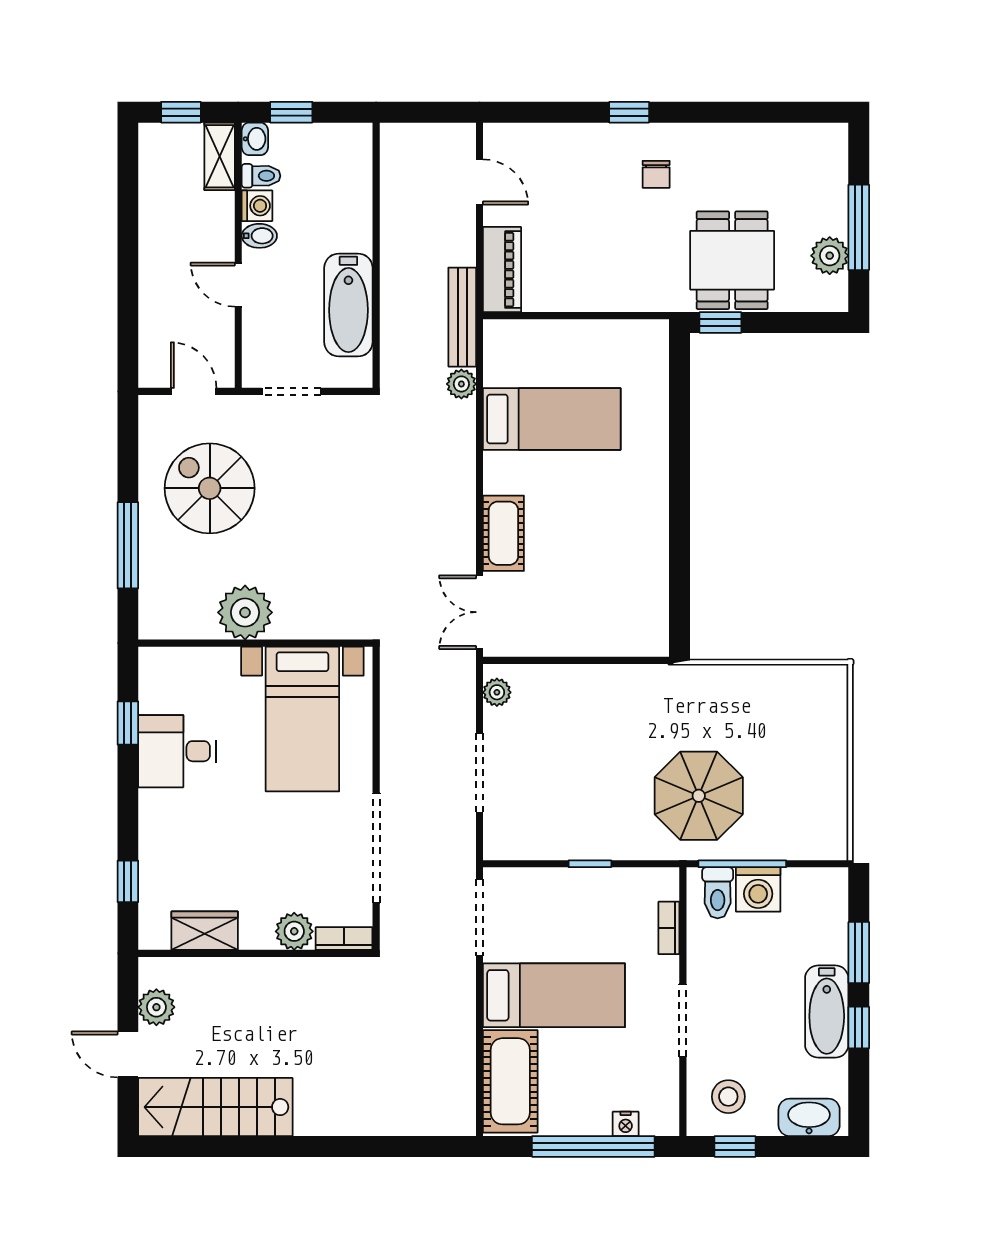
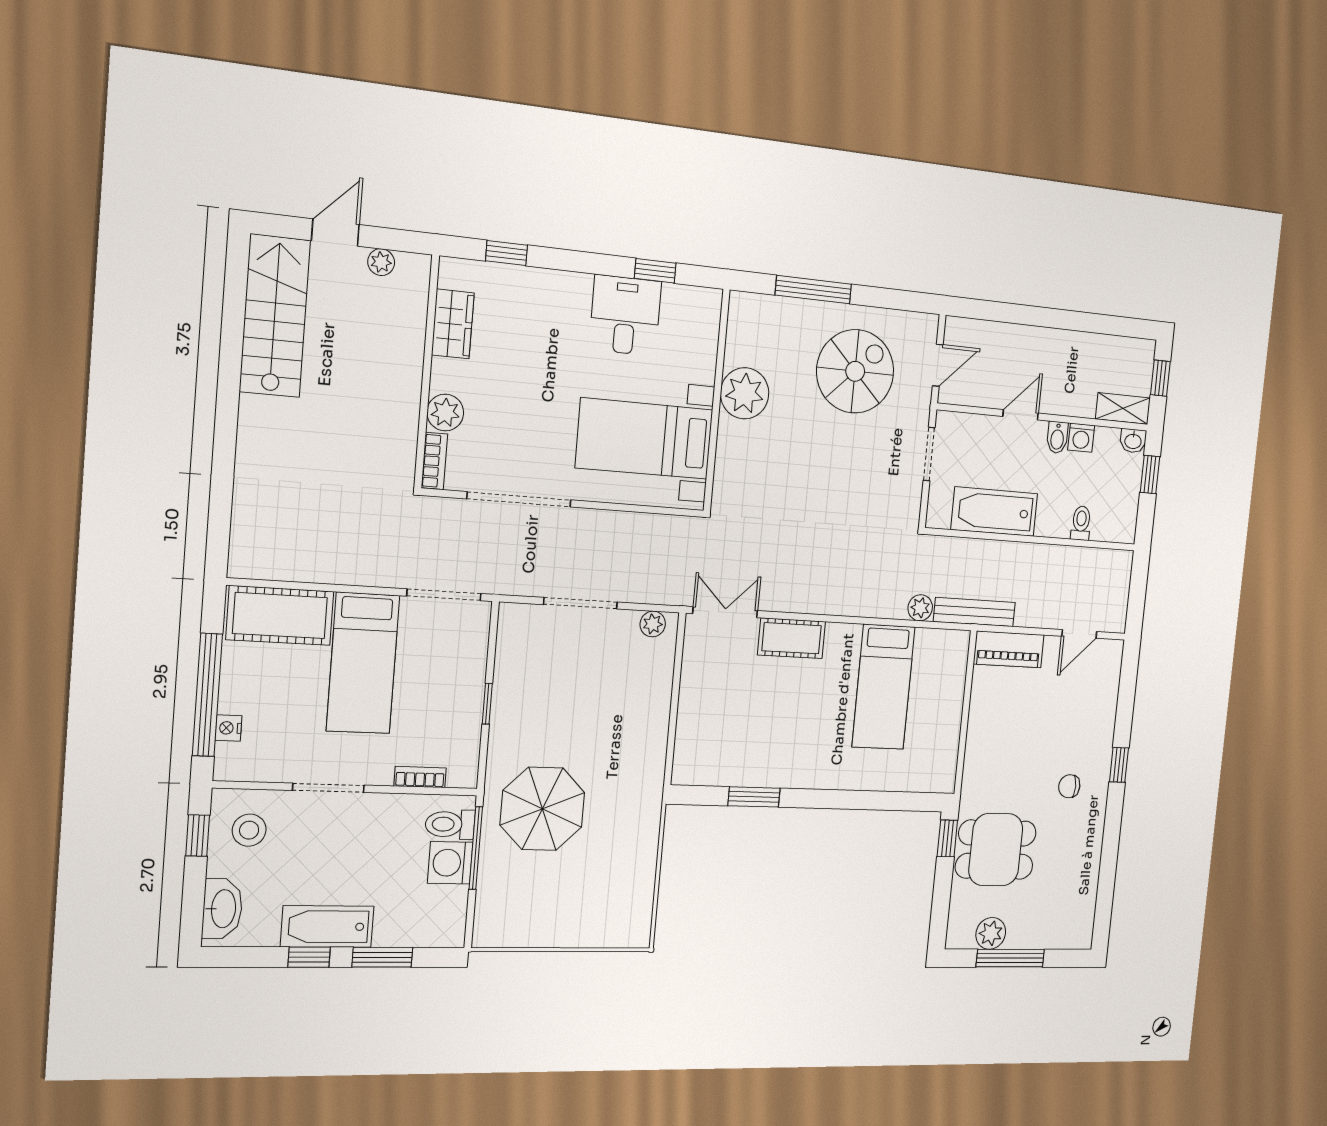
toilet: (261, 176) -> (1081, 523), moved, turned 180
window: (679, 560) -> (754, 797), added
plant: (156, 1007) -> (381, 262), width x0.73, depth x0.73

